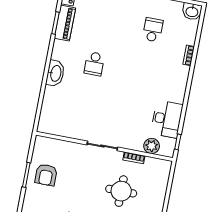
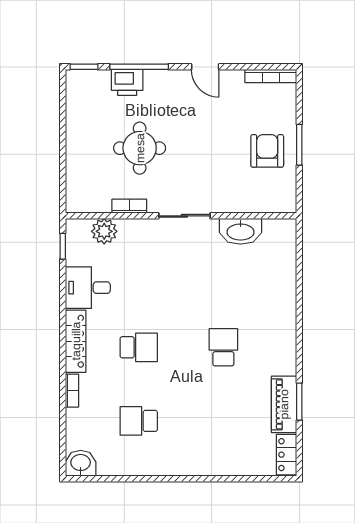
school desk: (153, 30) -> (139, 421), turned 90
washbasin: (55, 73) -> (241, 231), moved, turned -90
school desk: (144, 73) -> (139, 347), added
locker: (181, 84) -> (76, 341), added
desk: (167, 119) -> (88, 288), width x0.73

